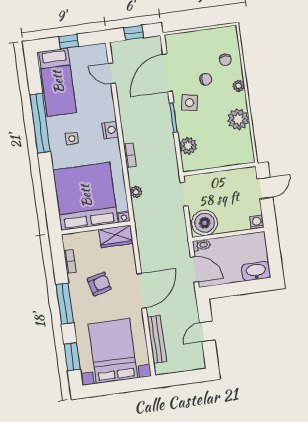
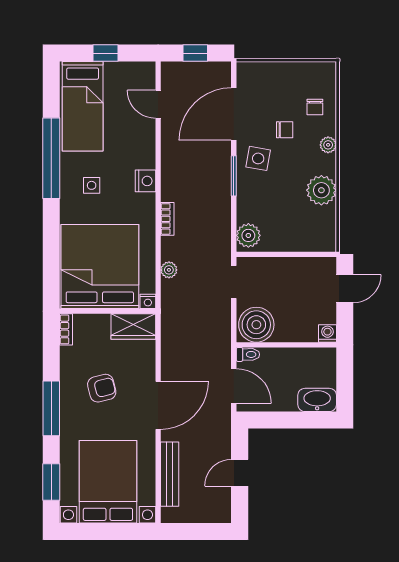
plant: (188, 146) -> (248, 235), moved
bookcase: (70, 261) -> (66, 329), moved

